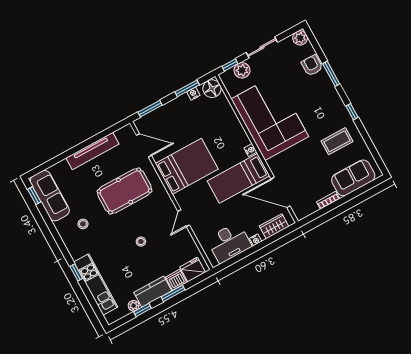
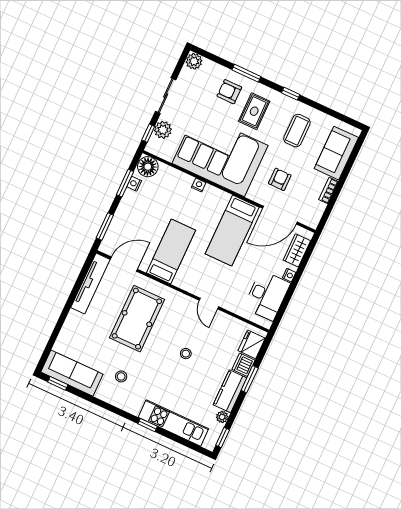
armchair: (312, 65) -> (229, 92), moved
rug: (317, 105) -> (254, 111), added
nightstand: (250, 150) -> (199, 185), moved
tv unit: (92, 151) -> (90, 283), moved
bed: (187, 166) -> (171, 251), width x0.67
armchair: (299, 167) -> (280, 179), added
window: (143, 310) -> (223, 438), moved

